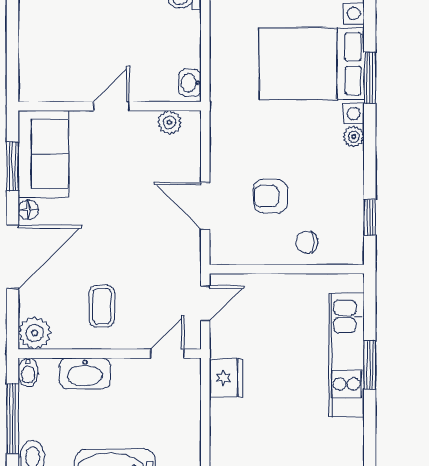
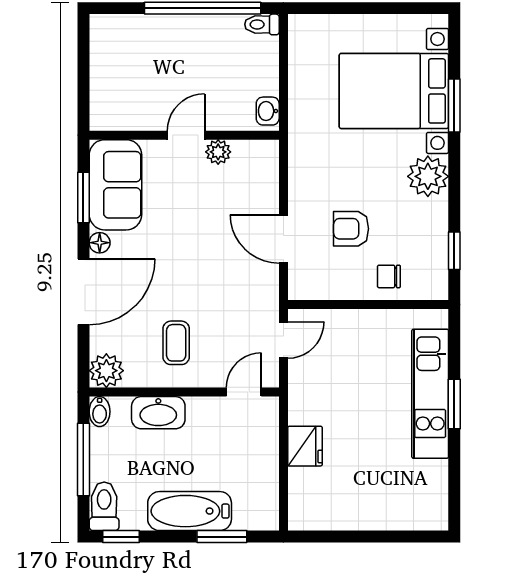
plant: (169, 122) -> (218, 152), moved
plant: (354, 137) -> (428, 176), width x1.88, depth x1.88
fridge: (226, 378) -> (305, 446), moved

